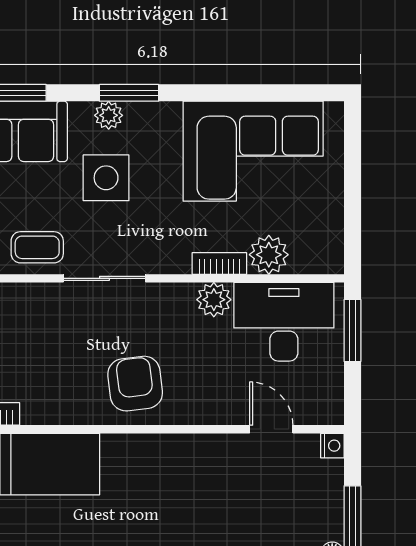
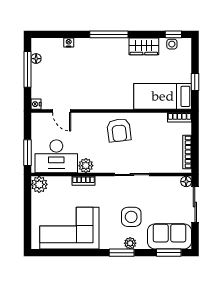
coffee table: (37, 247) -> (160, 188), removed
plant: (269, 255) -> (39, 184), moved

